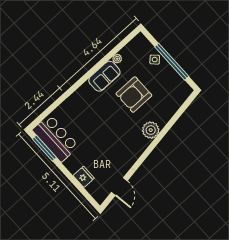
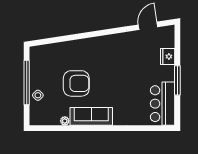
sofa: (104, 76) -> (91, 116), width x1.36
plant: (151, 130) -> (88, 46), removed
window: (44, 148) -> (177, 80), moved

